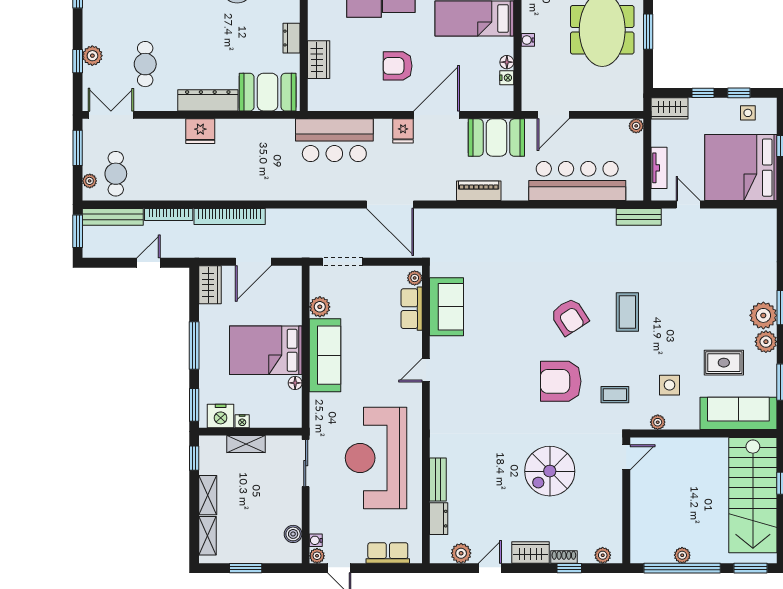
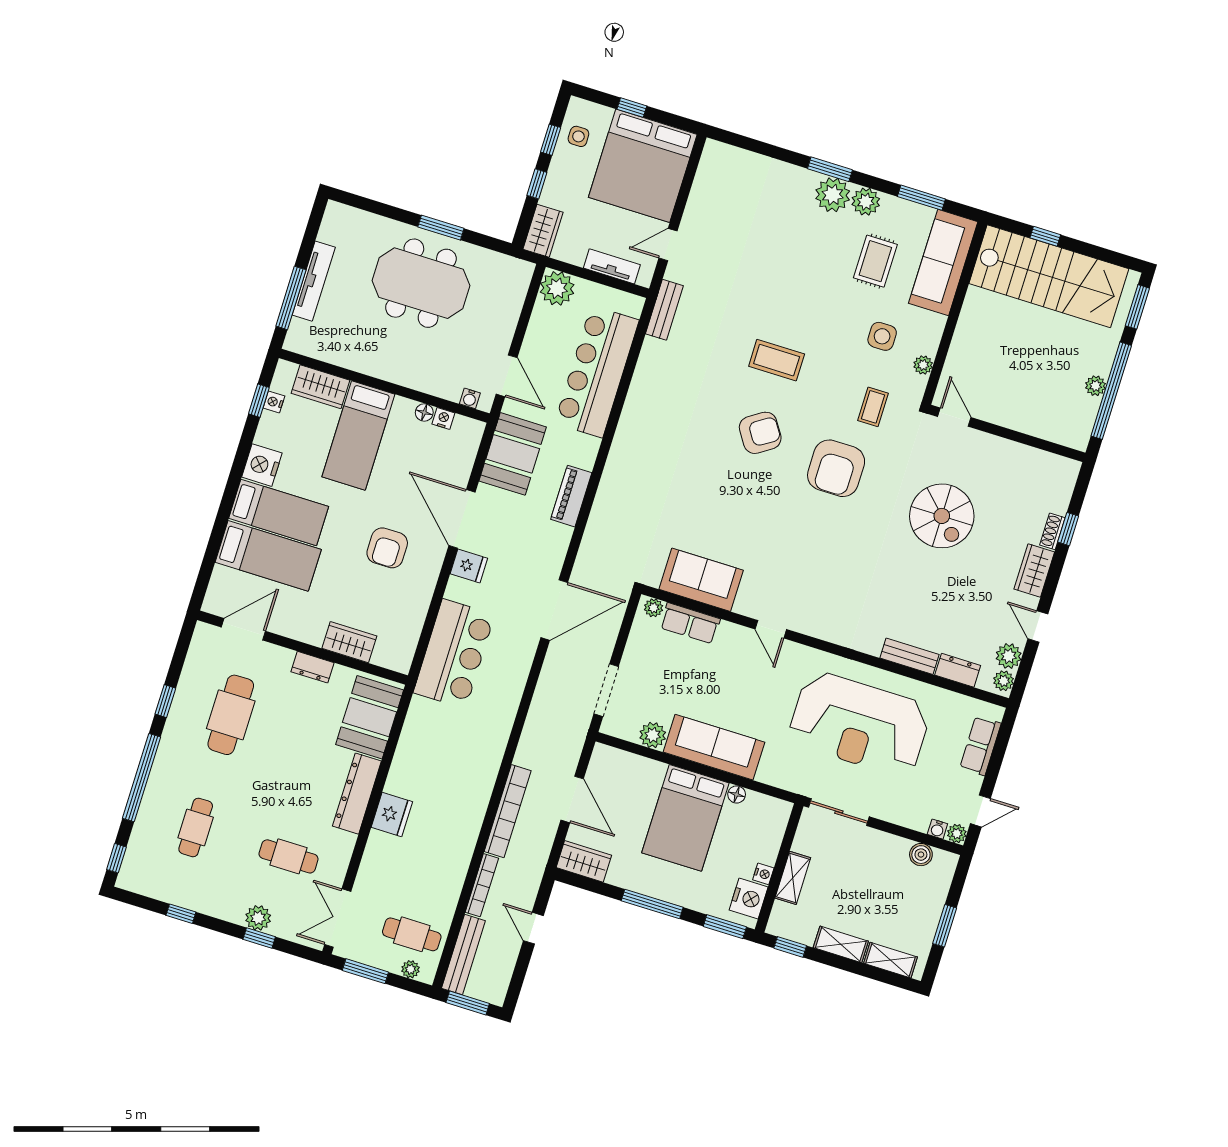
water cooler: (528, 40) -> (470, 398), moved
plant: (636, 126) -> (557, 288), width x1.88, depth x1.88
plant: (603, 555) -> (1004, 681), moved

